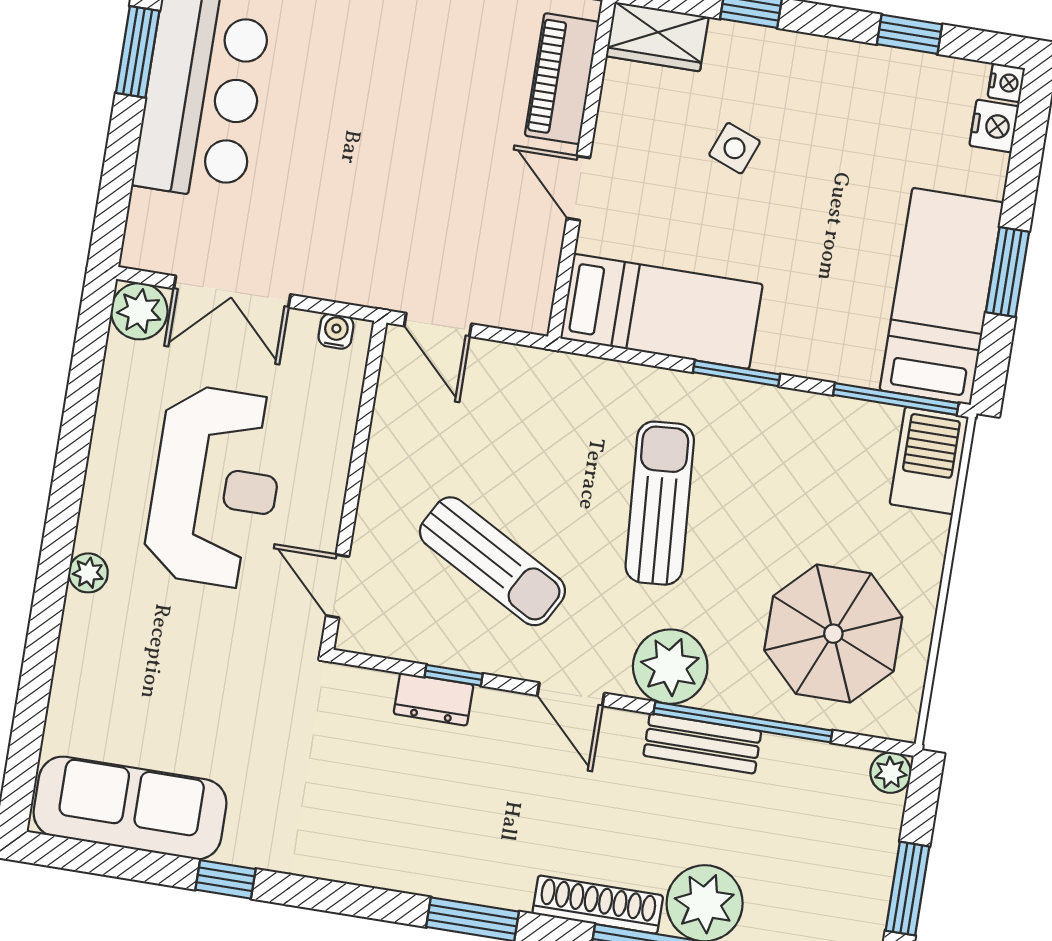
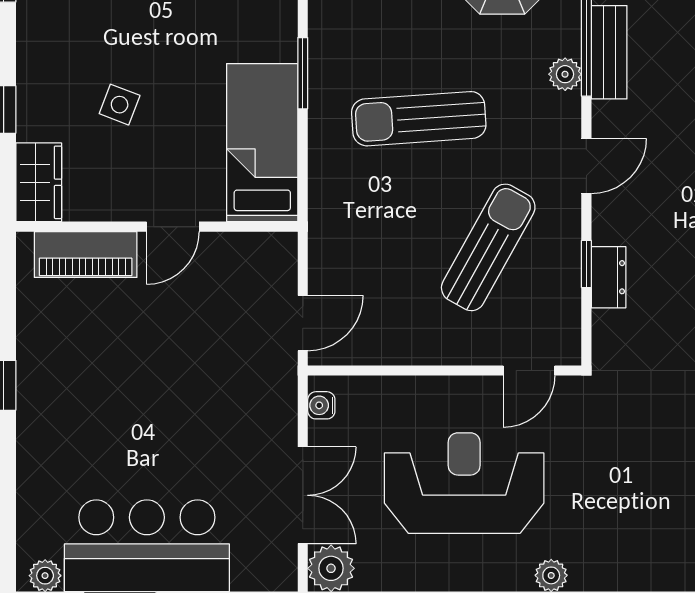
plant: (670, 667) -> (565, 74), width x0.53, depth x0.53

